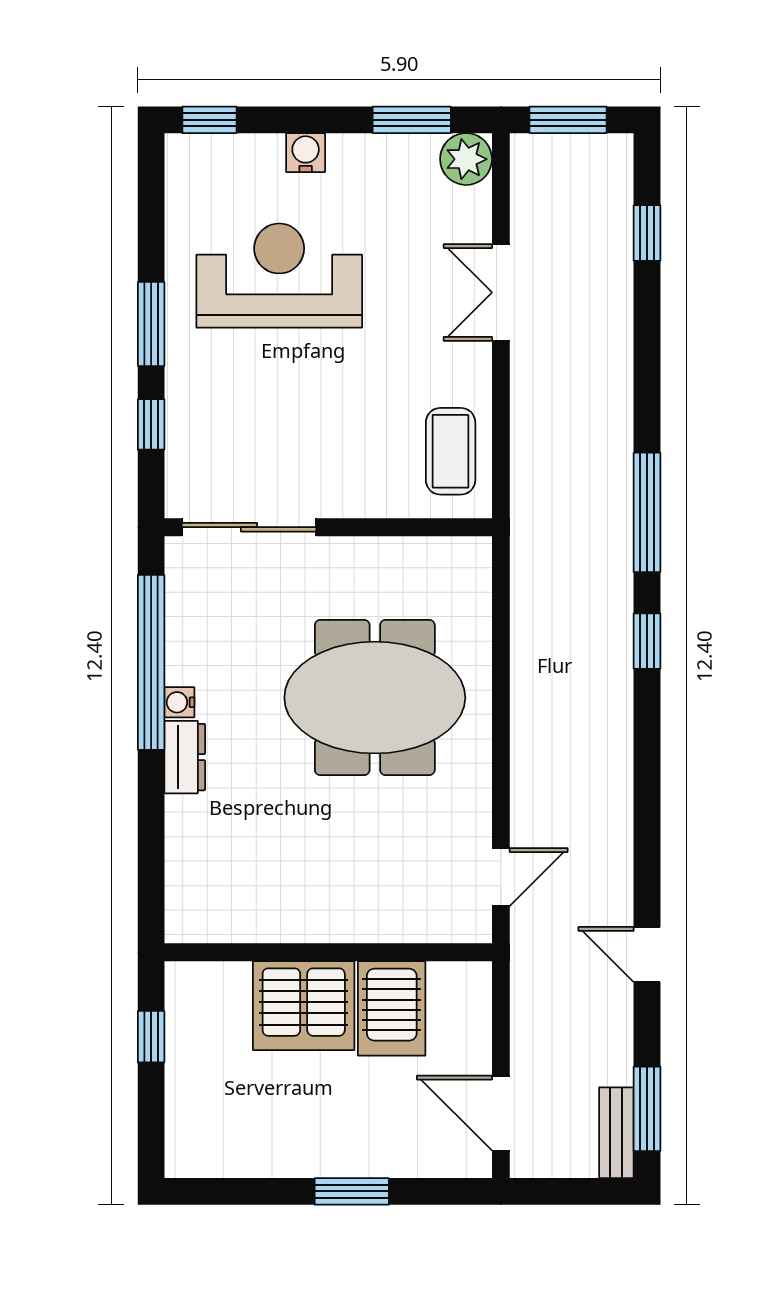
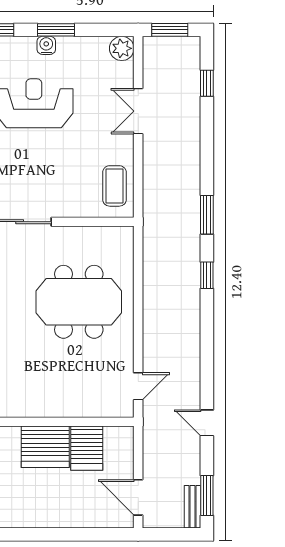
window: (412, 120) -> (56, 30), moved
window: (647, 512) -> (207, 215), width x0.69
window: (352, 1191) -> (68, 534), removed

